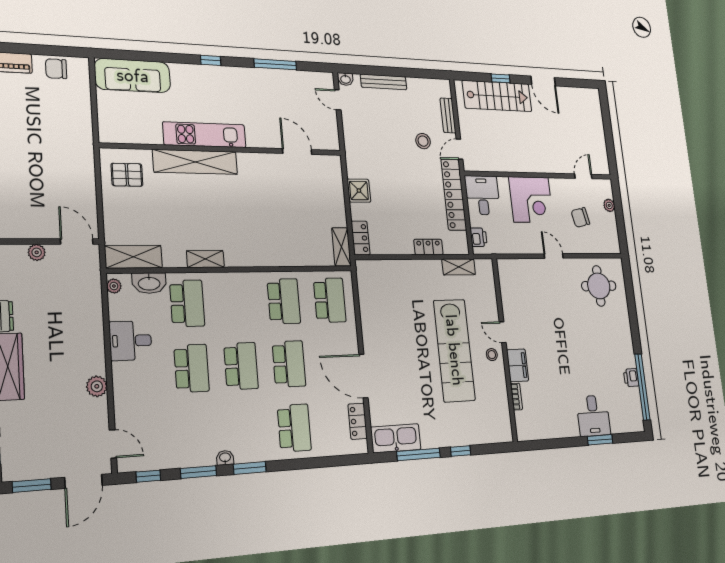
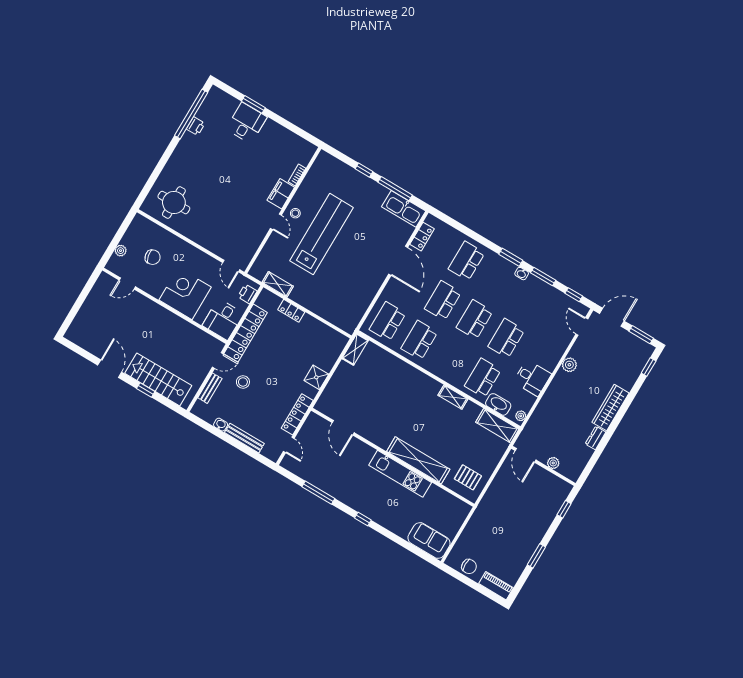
sofa: (133, 76) -> (429, 541), width x0.73
washbasin: (345, 79) -> (221, 425), moved
locker: (361, 238) -> (297, 414), moved, width x1.53
door: (554, 256) -> (231, 266), moved

